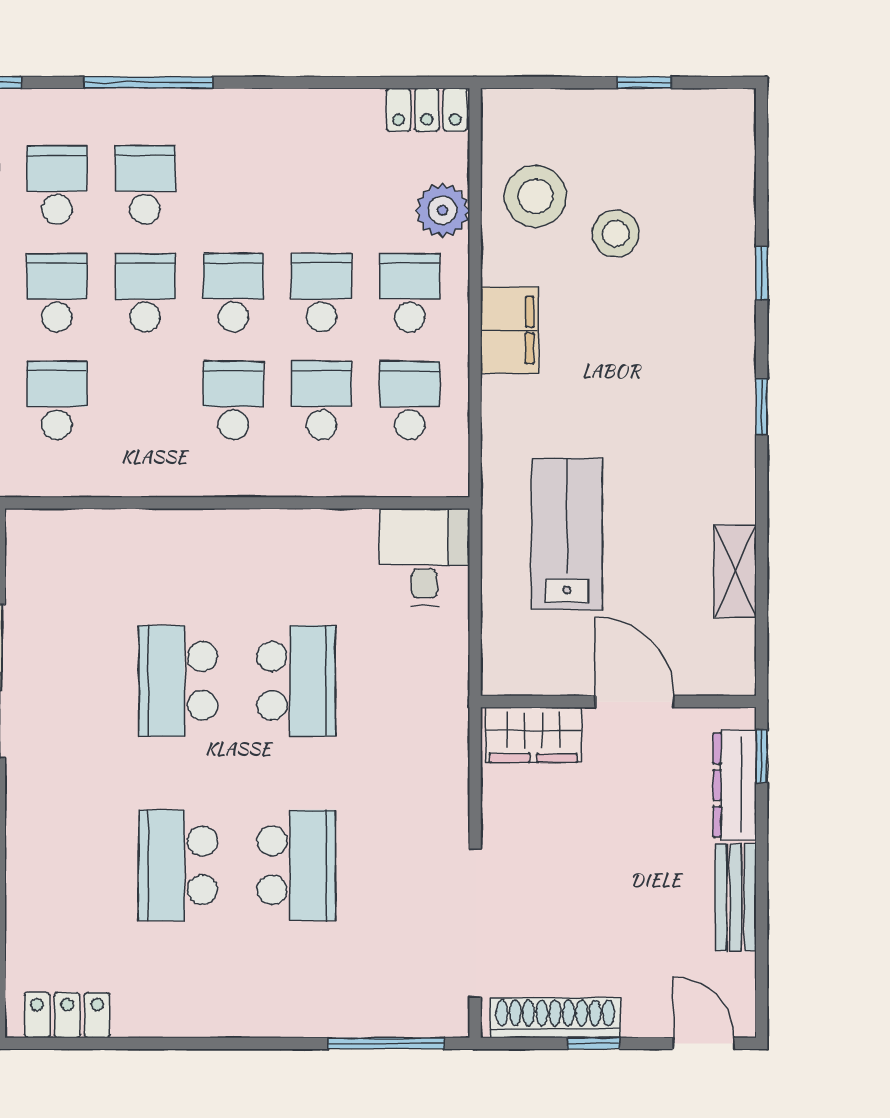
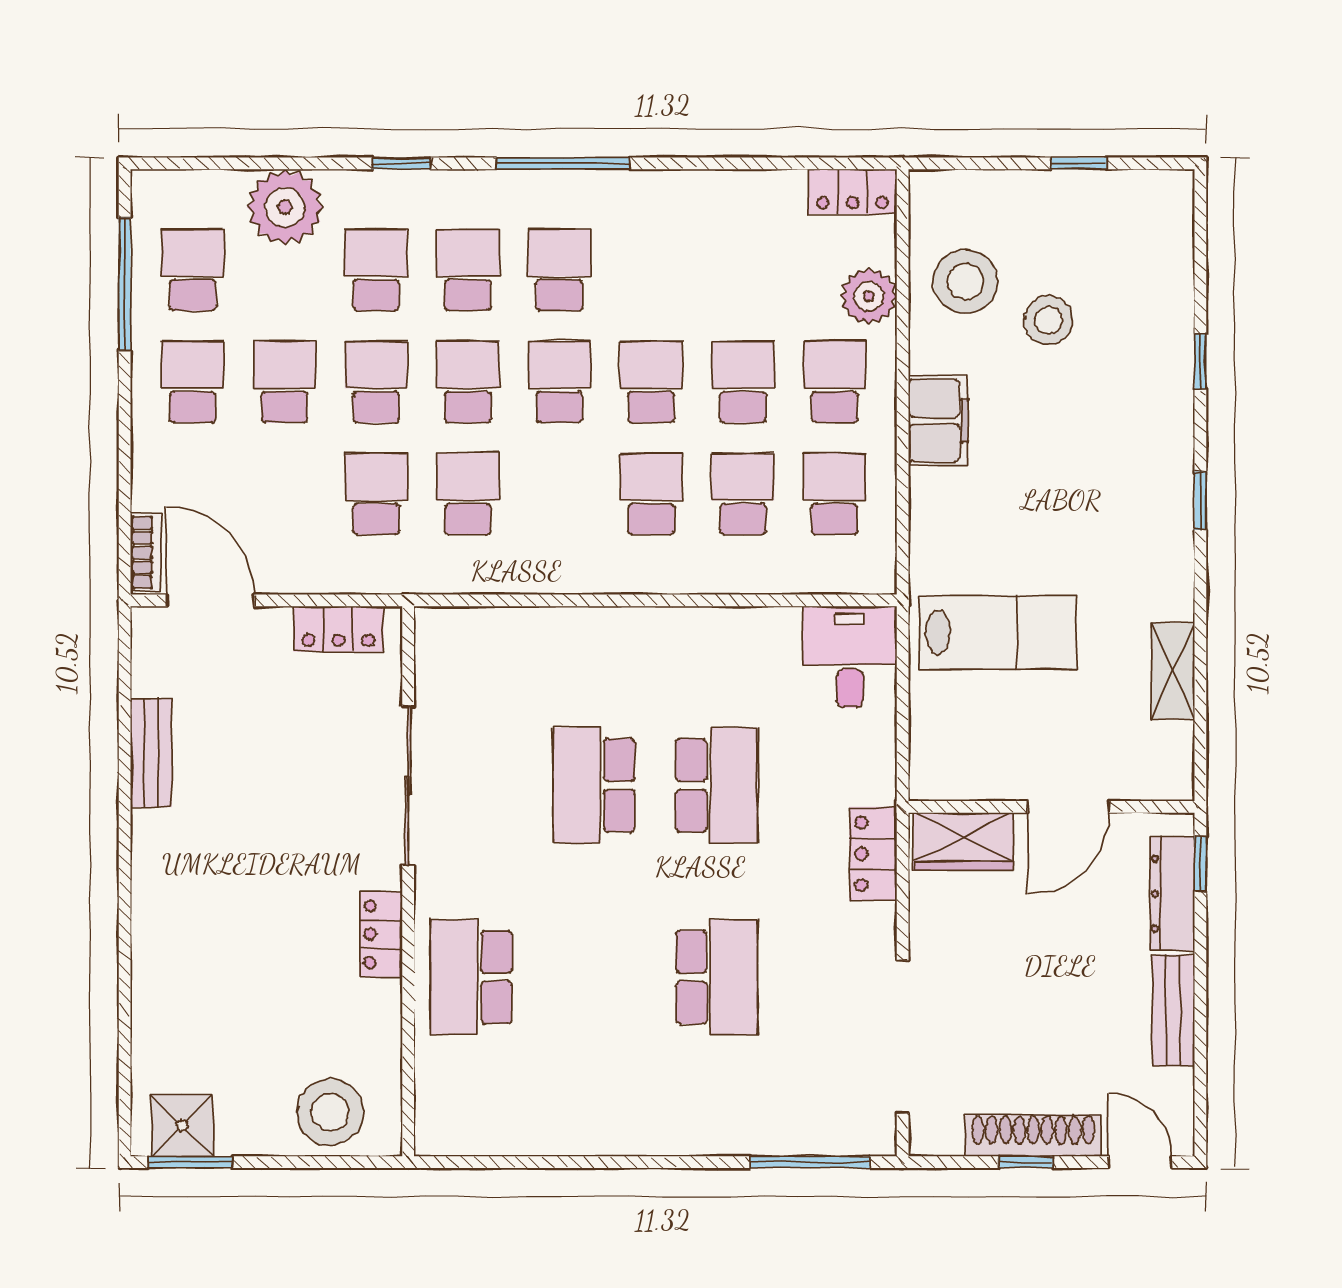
lab bench: (567, 534) -> (998, 632), turned 90
door: (635, 702) -> (1068, 807), swing flipped
school desk: (178, 865) -> (471, 977), moved
locker: (67, 1015) -> (873, 854), moved, turned -90
shoe rack: (555, 1018) -> (1033, 1135), moved

